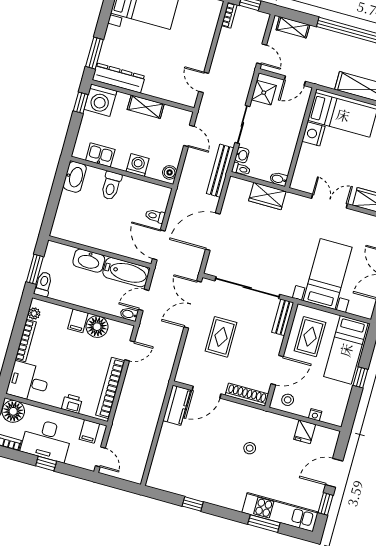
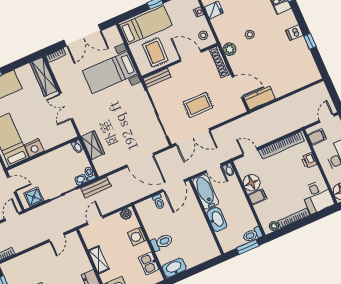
bench: (220, 171) -> (96, 187), width x0.73
rug: (310, 337) -> (155, 53), turned 90
plant: (252, 415) -> (230, 49), added
dishwasher: (214, 495) -> (294, 33), added

